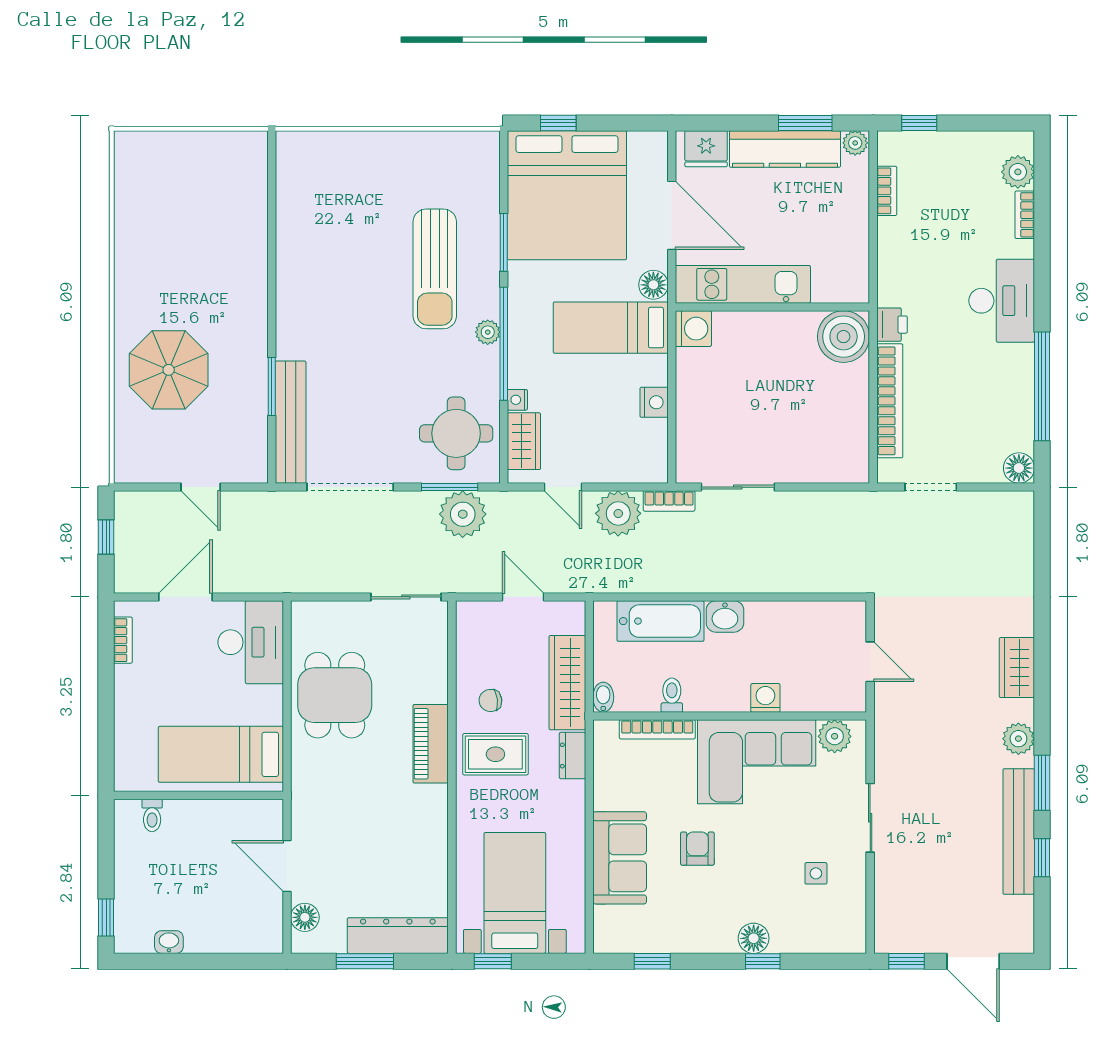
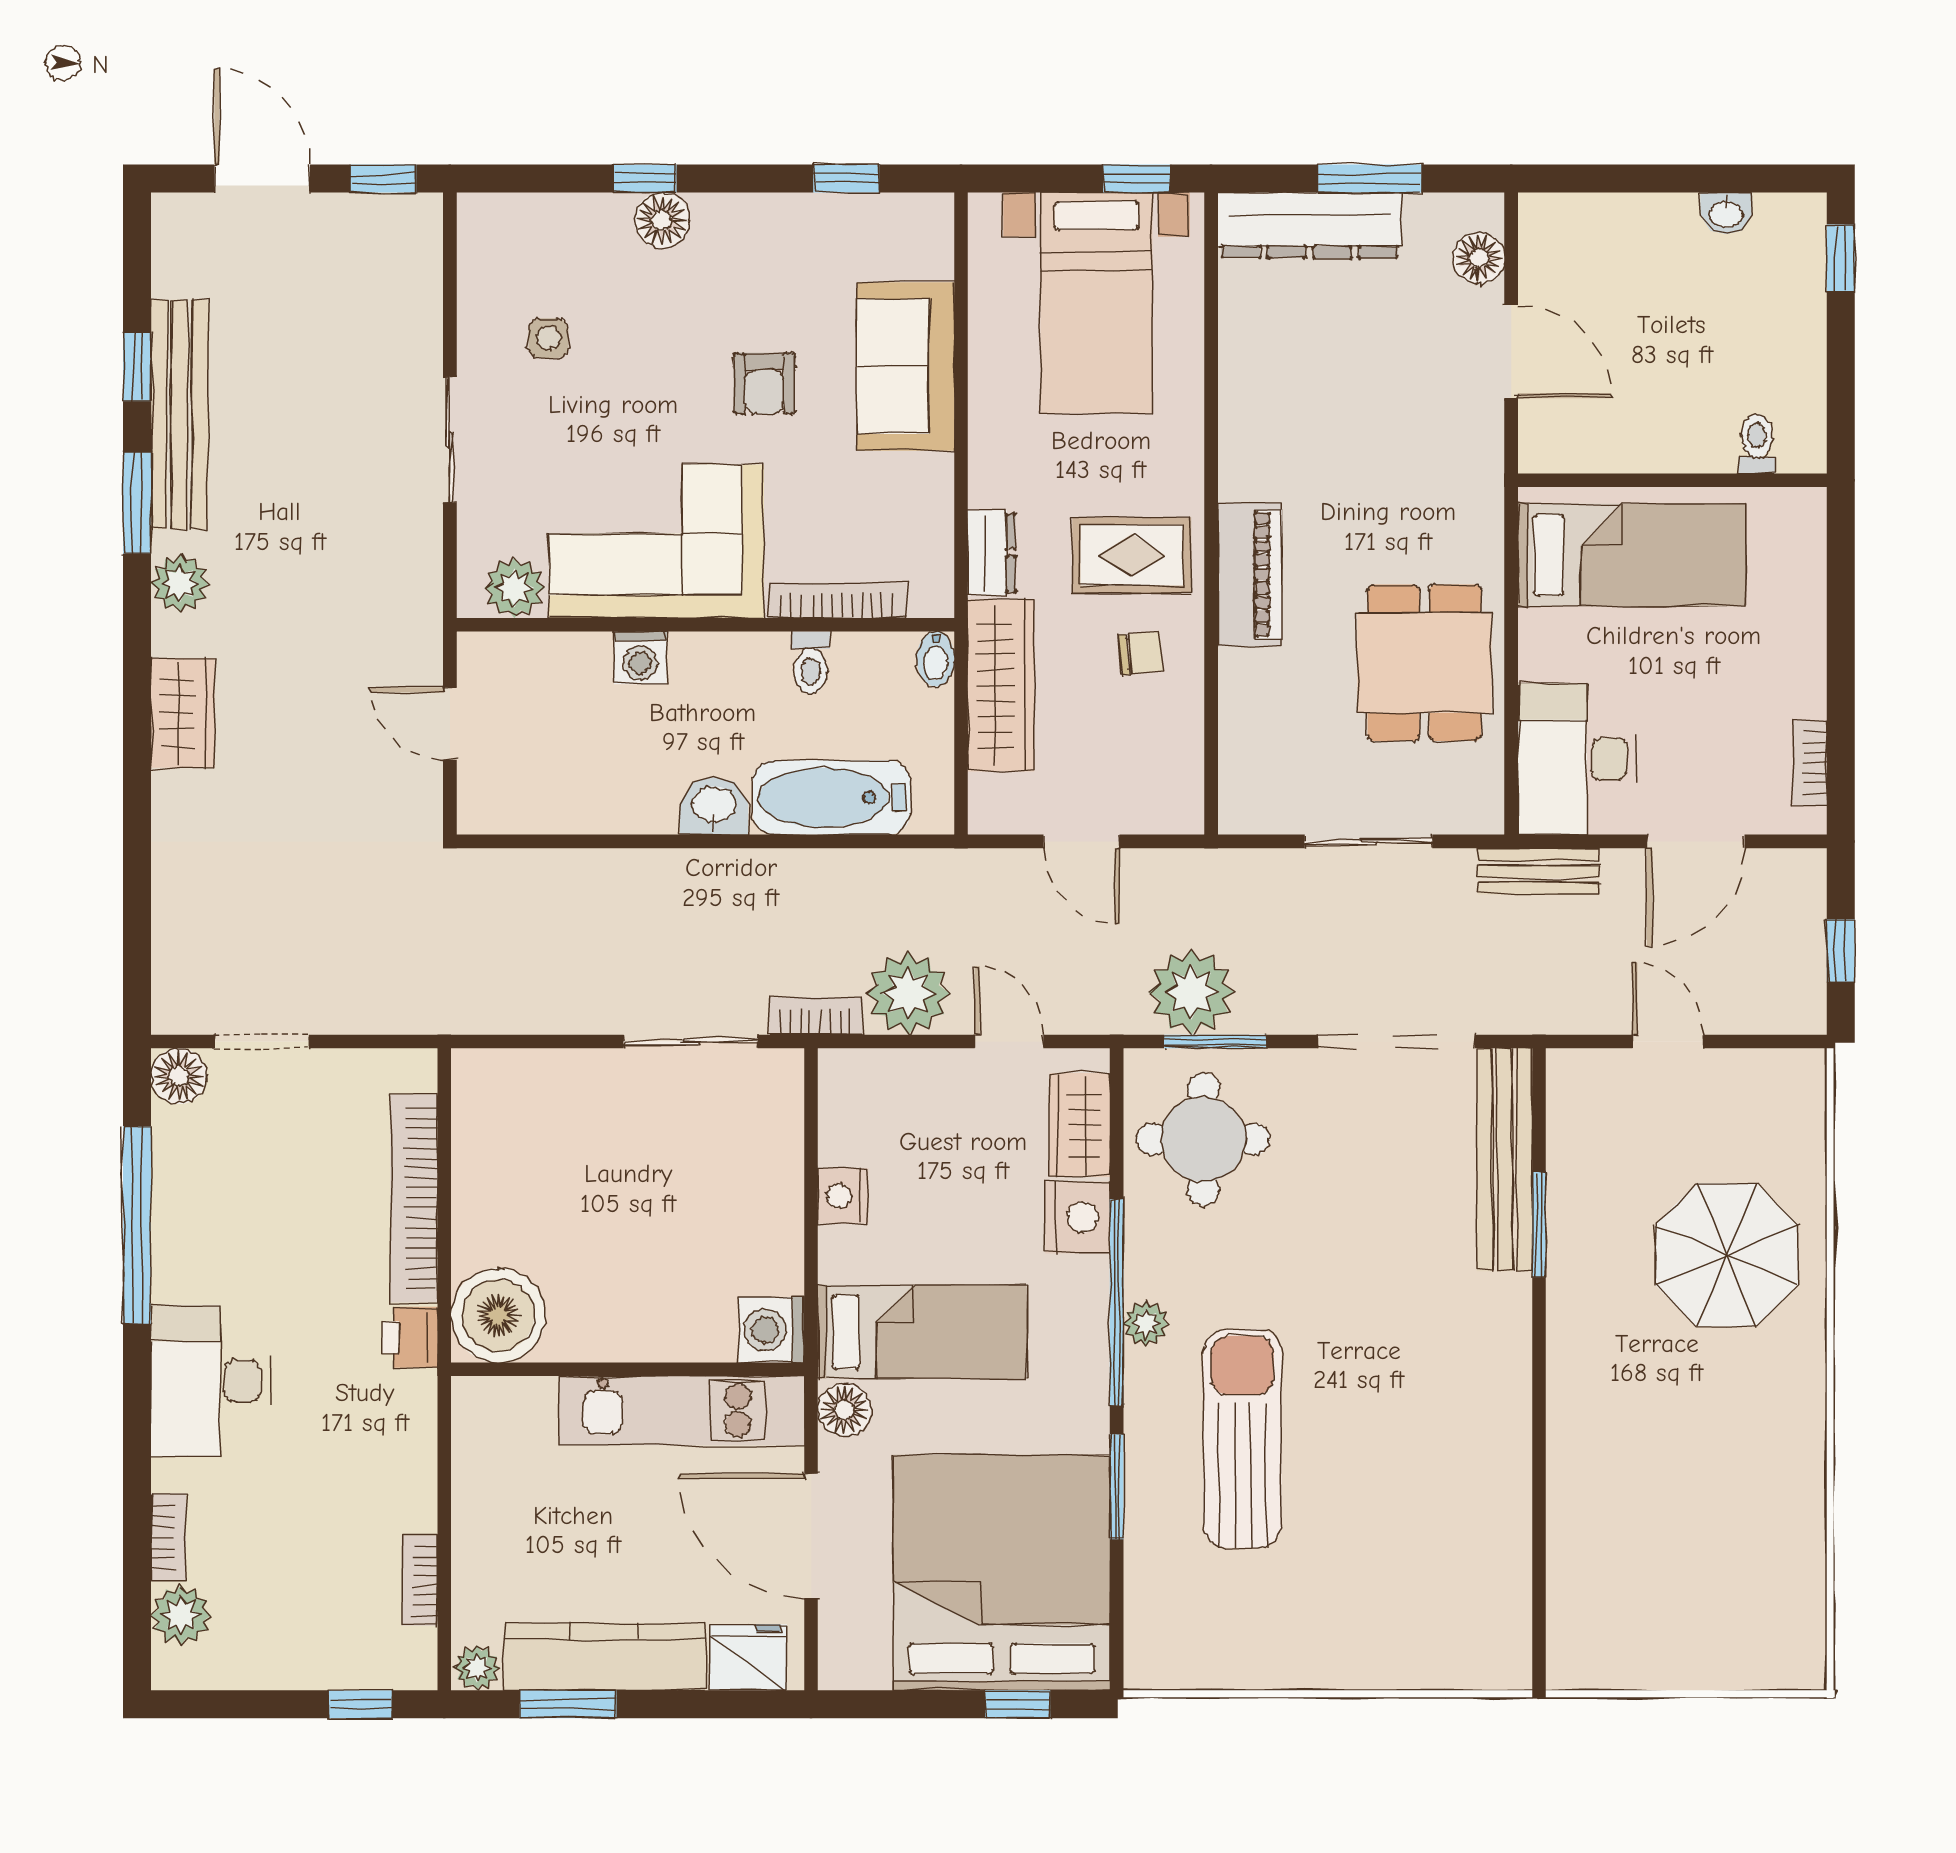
nightstand: (517, 400) -> (1078, 1217), width x1.89, depth x1.79
doorway: (931, 487) -> (262, 1041), moved
bench: (272, 581) -> (1539, 871), added
sliding door: (406, 597) -> (1369, 841), moved

